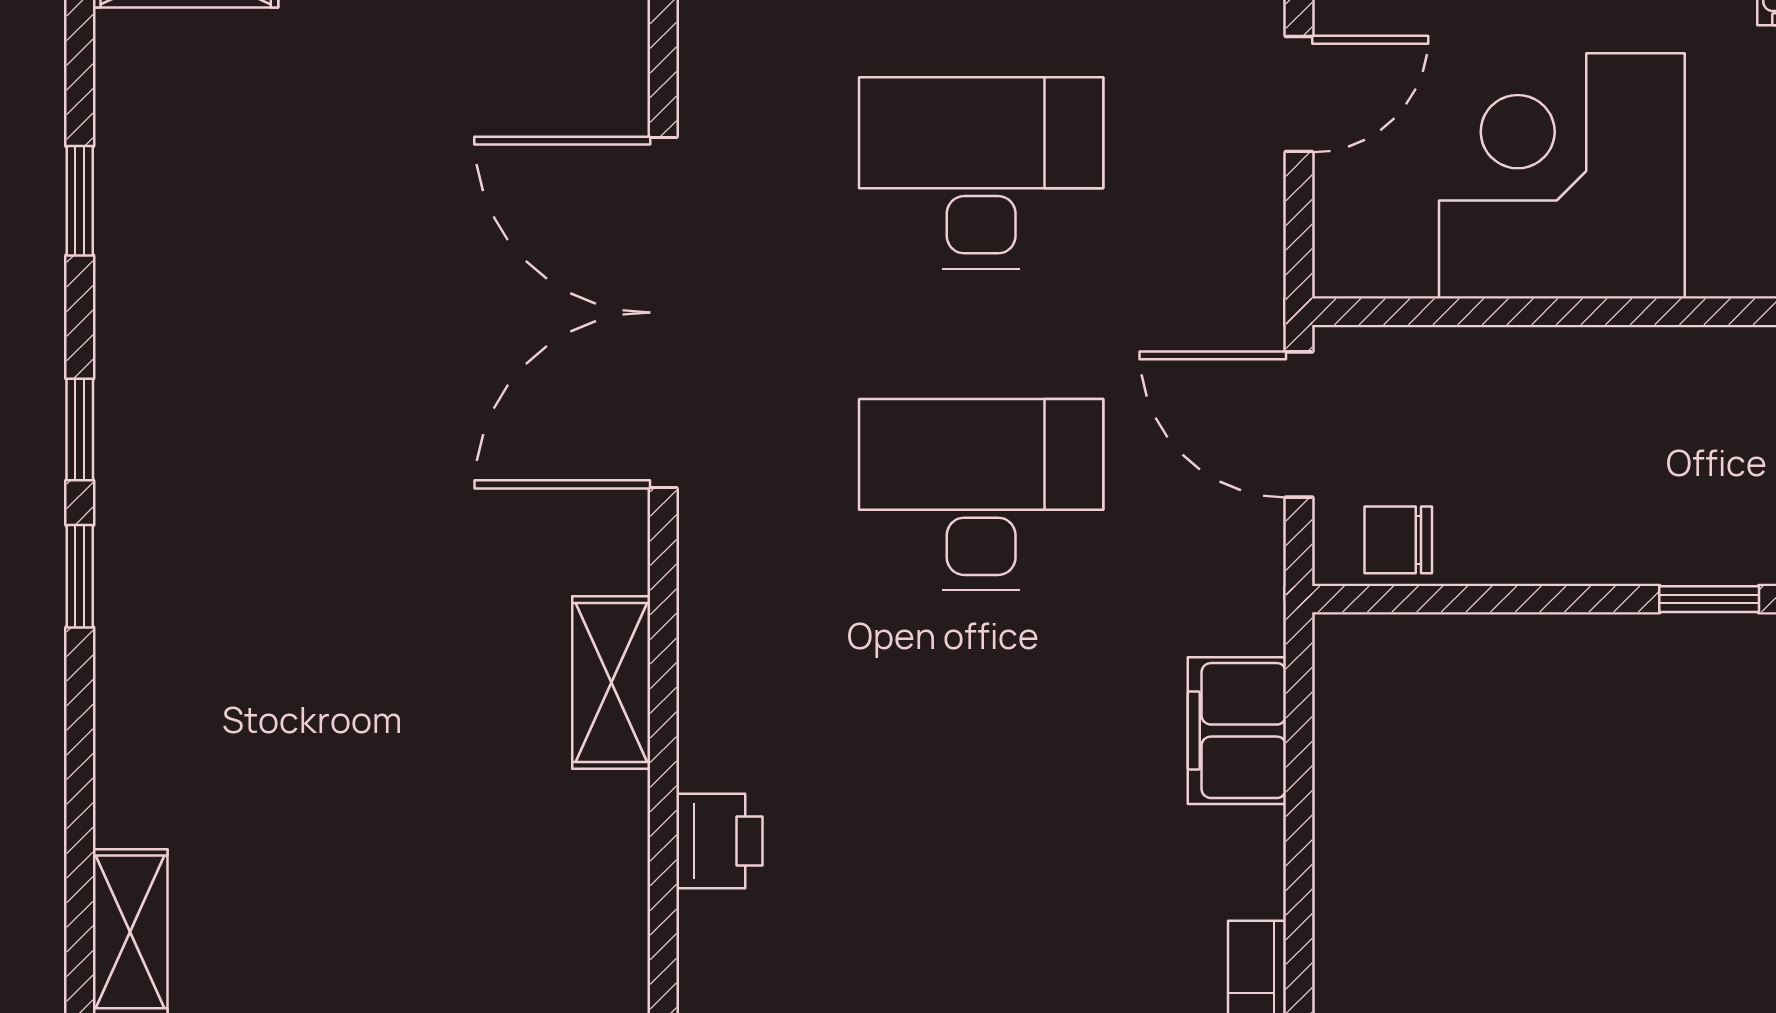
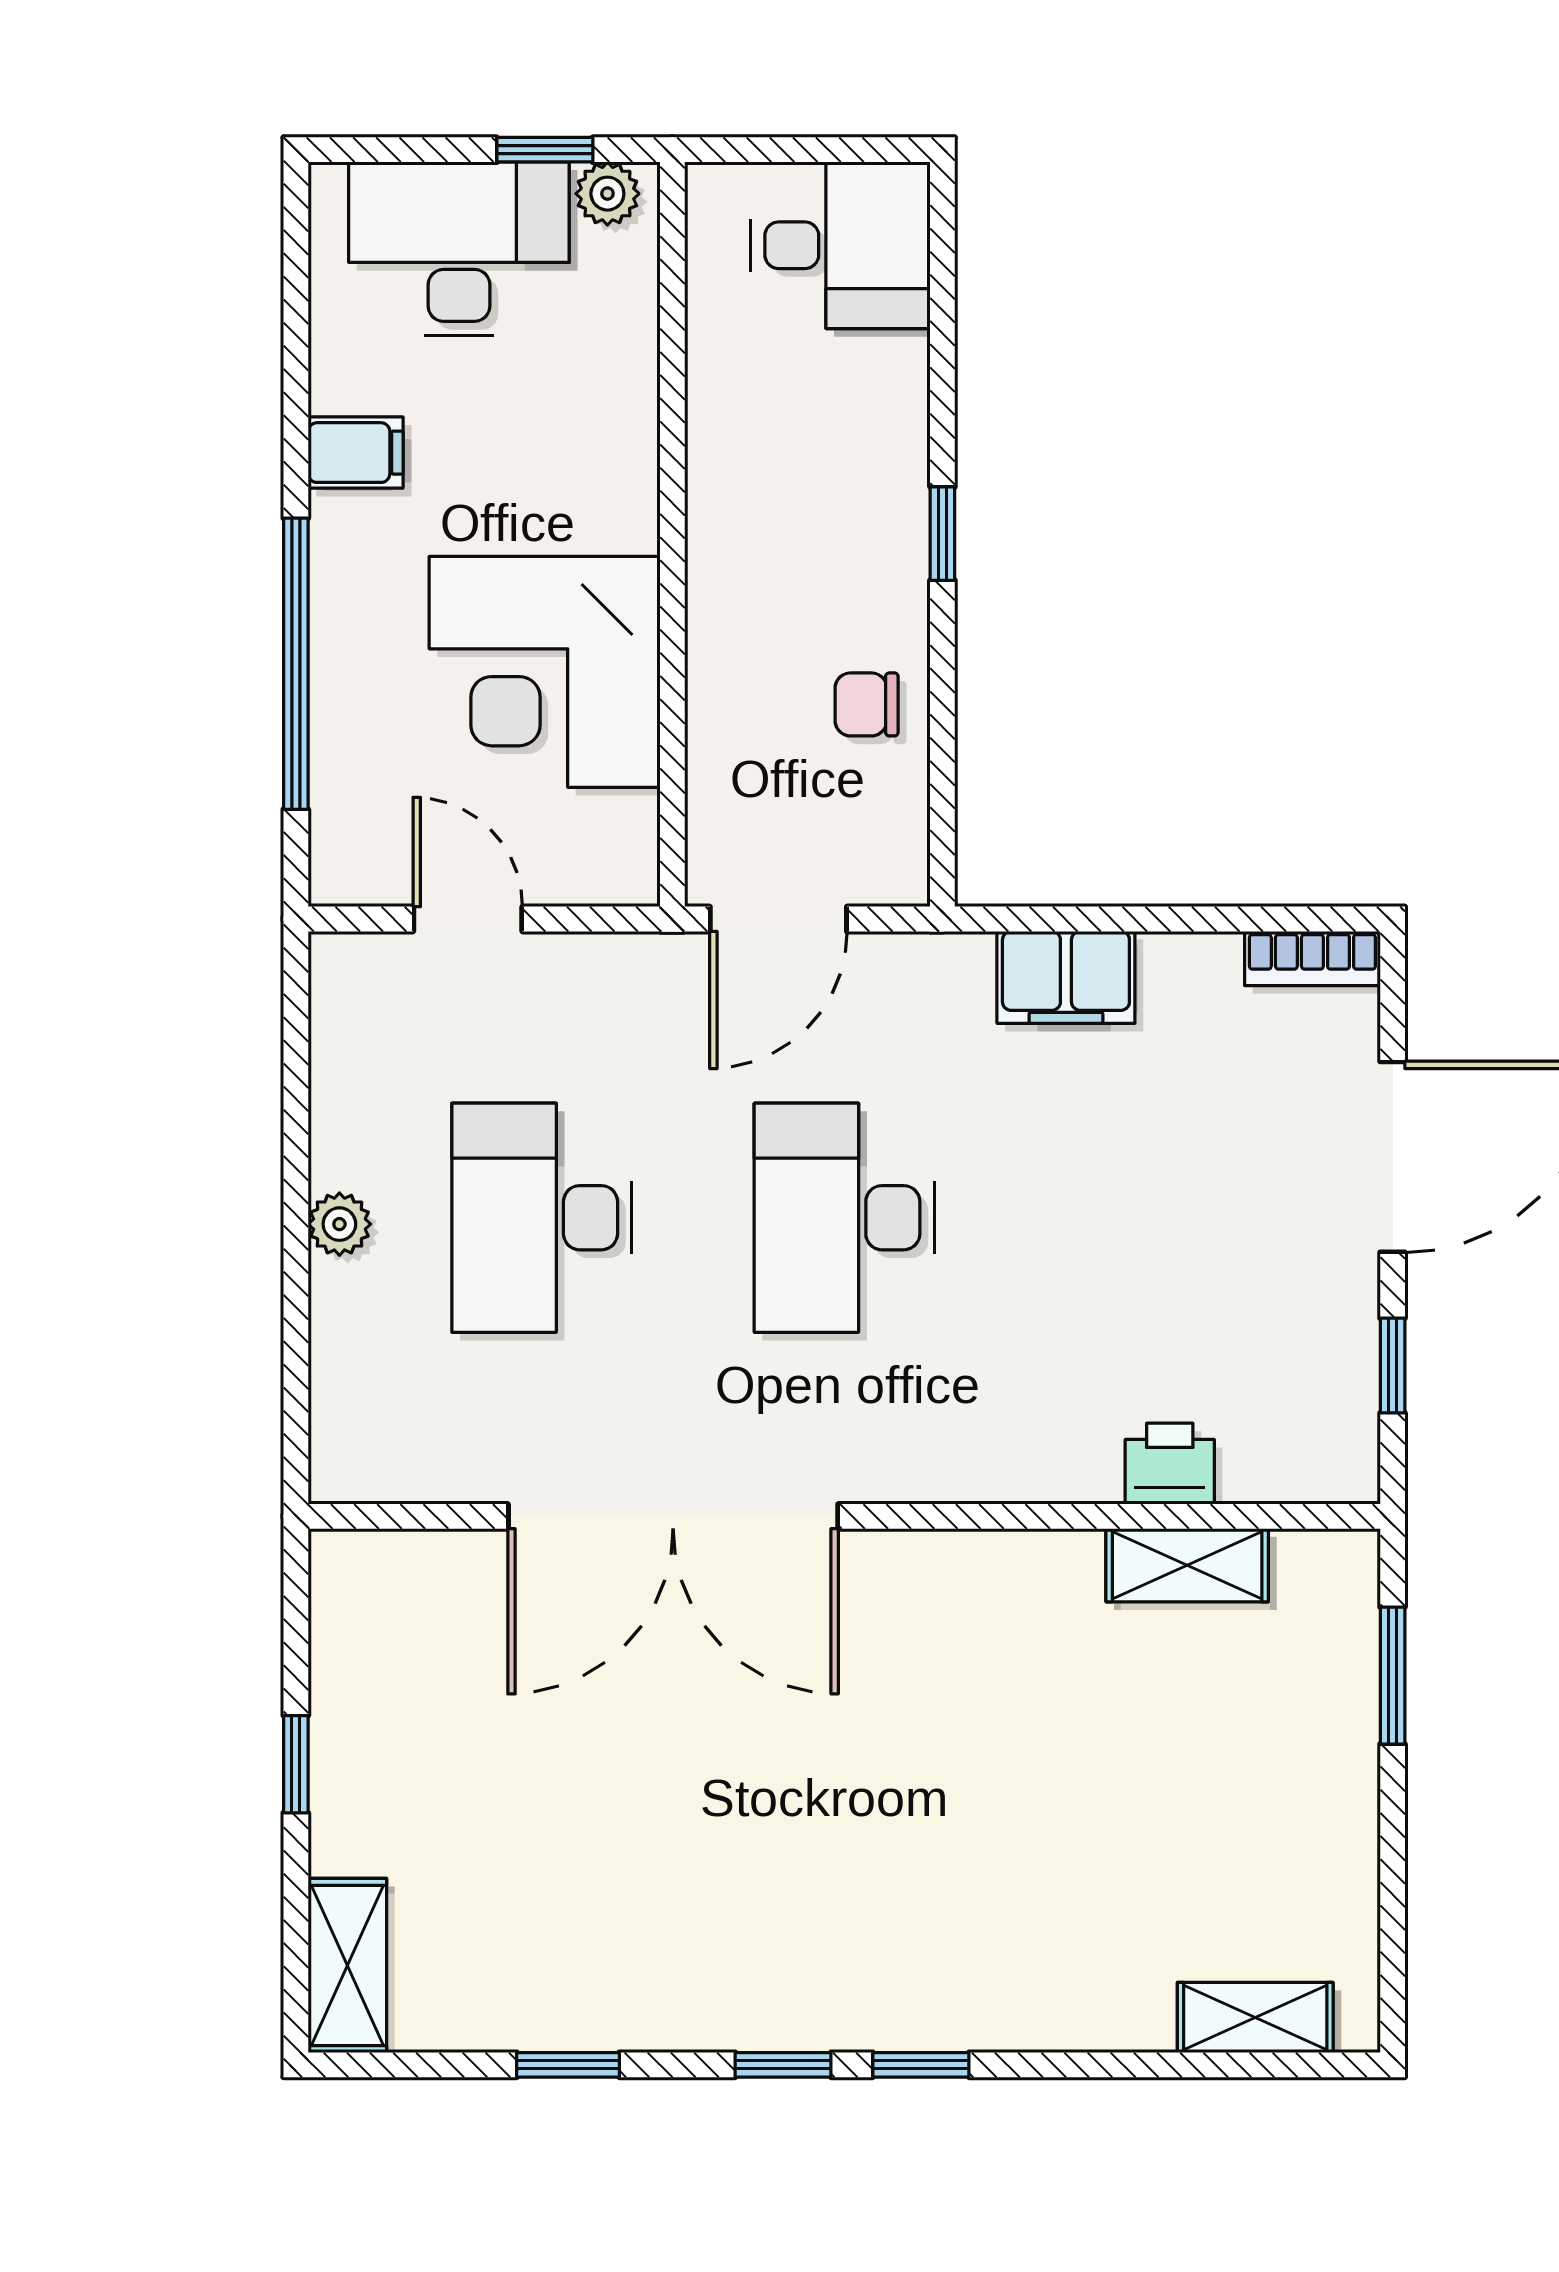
chair: (1398, 540) -> (867, 704), moved, turned 90
shelving: (611, 682) -> (1187, 1565), moved

